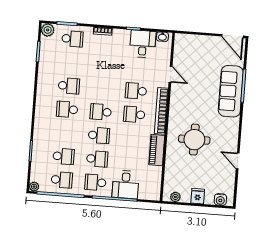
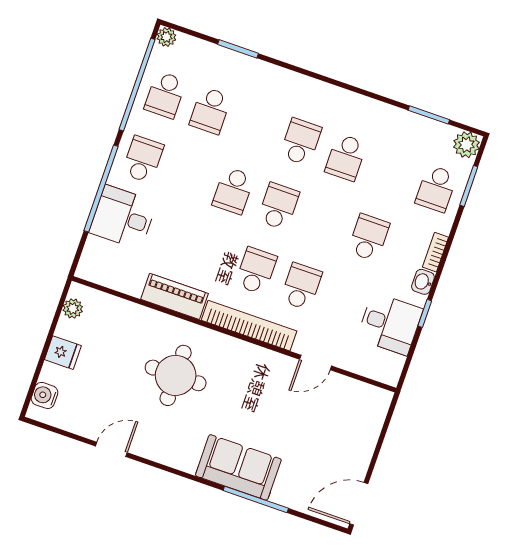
washbasin: (162, 37) -> (423, 282), moved
sofa: (231, 91) -> (238, 467), width x0.73
school desk: (97, 159) -> (369, 238), moved, turned 180

